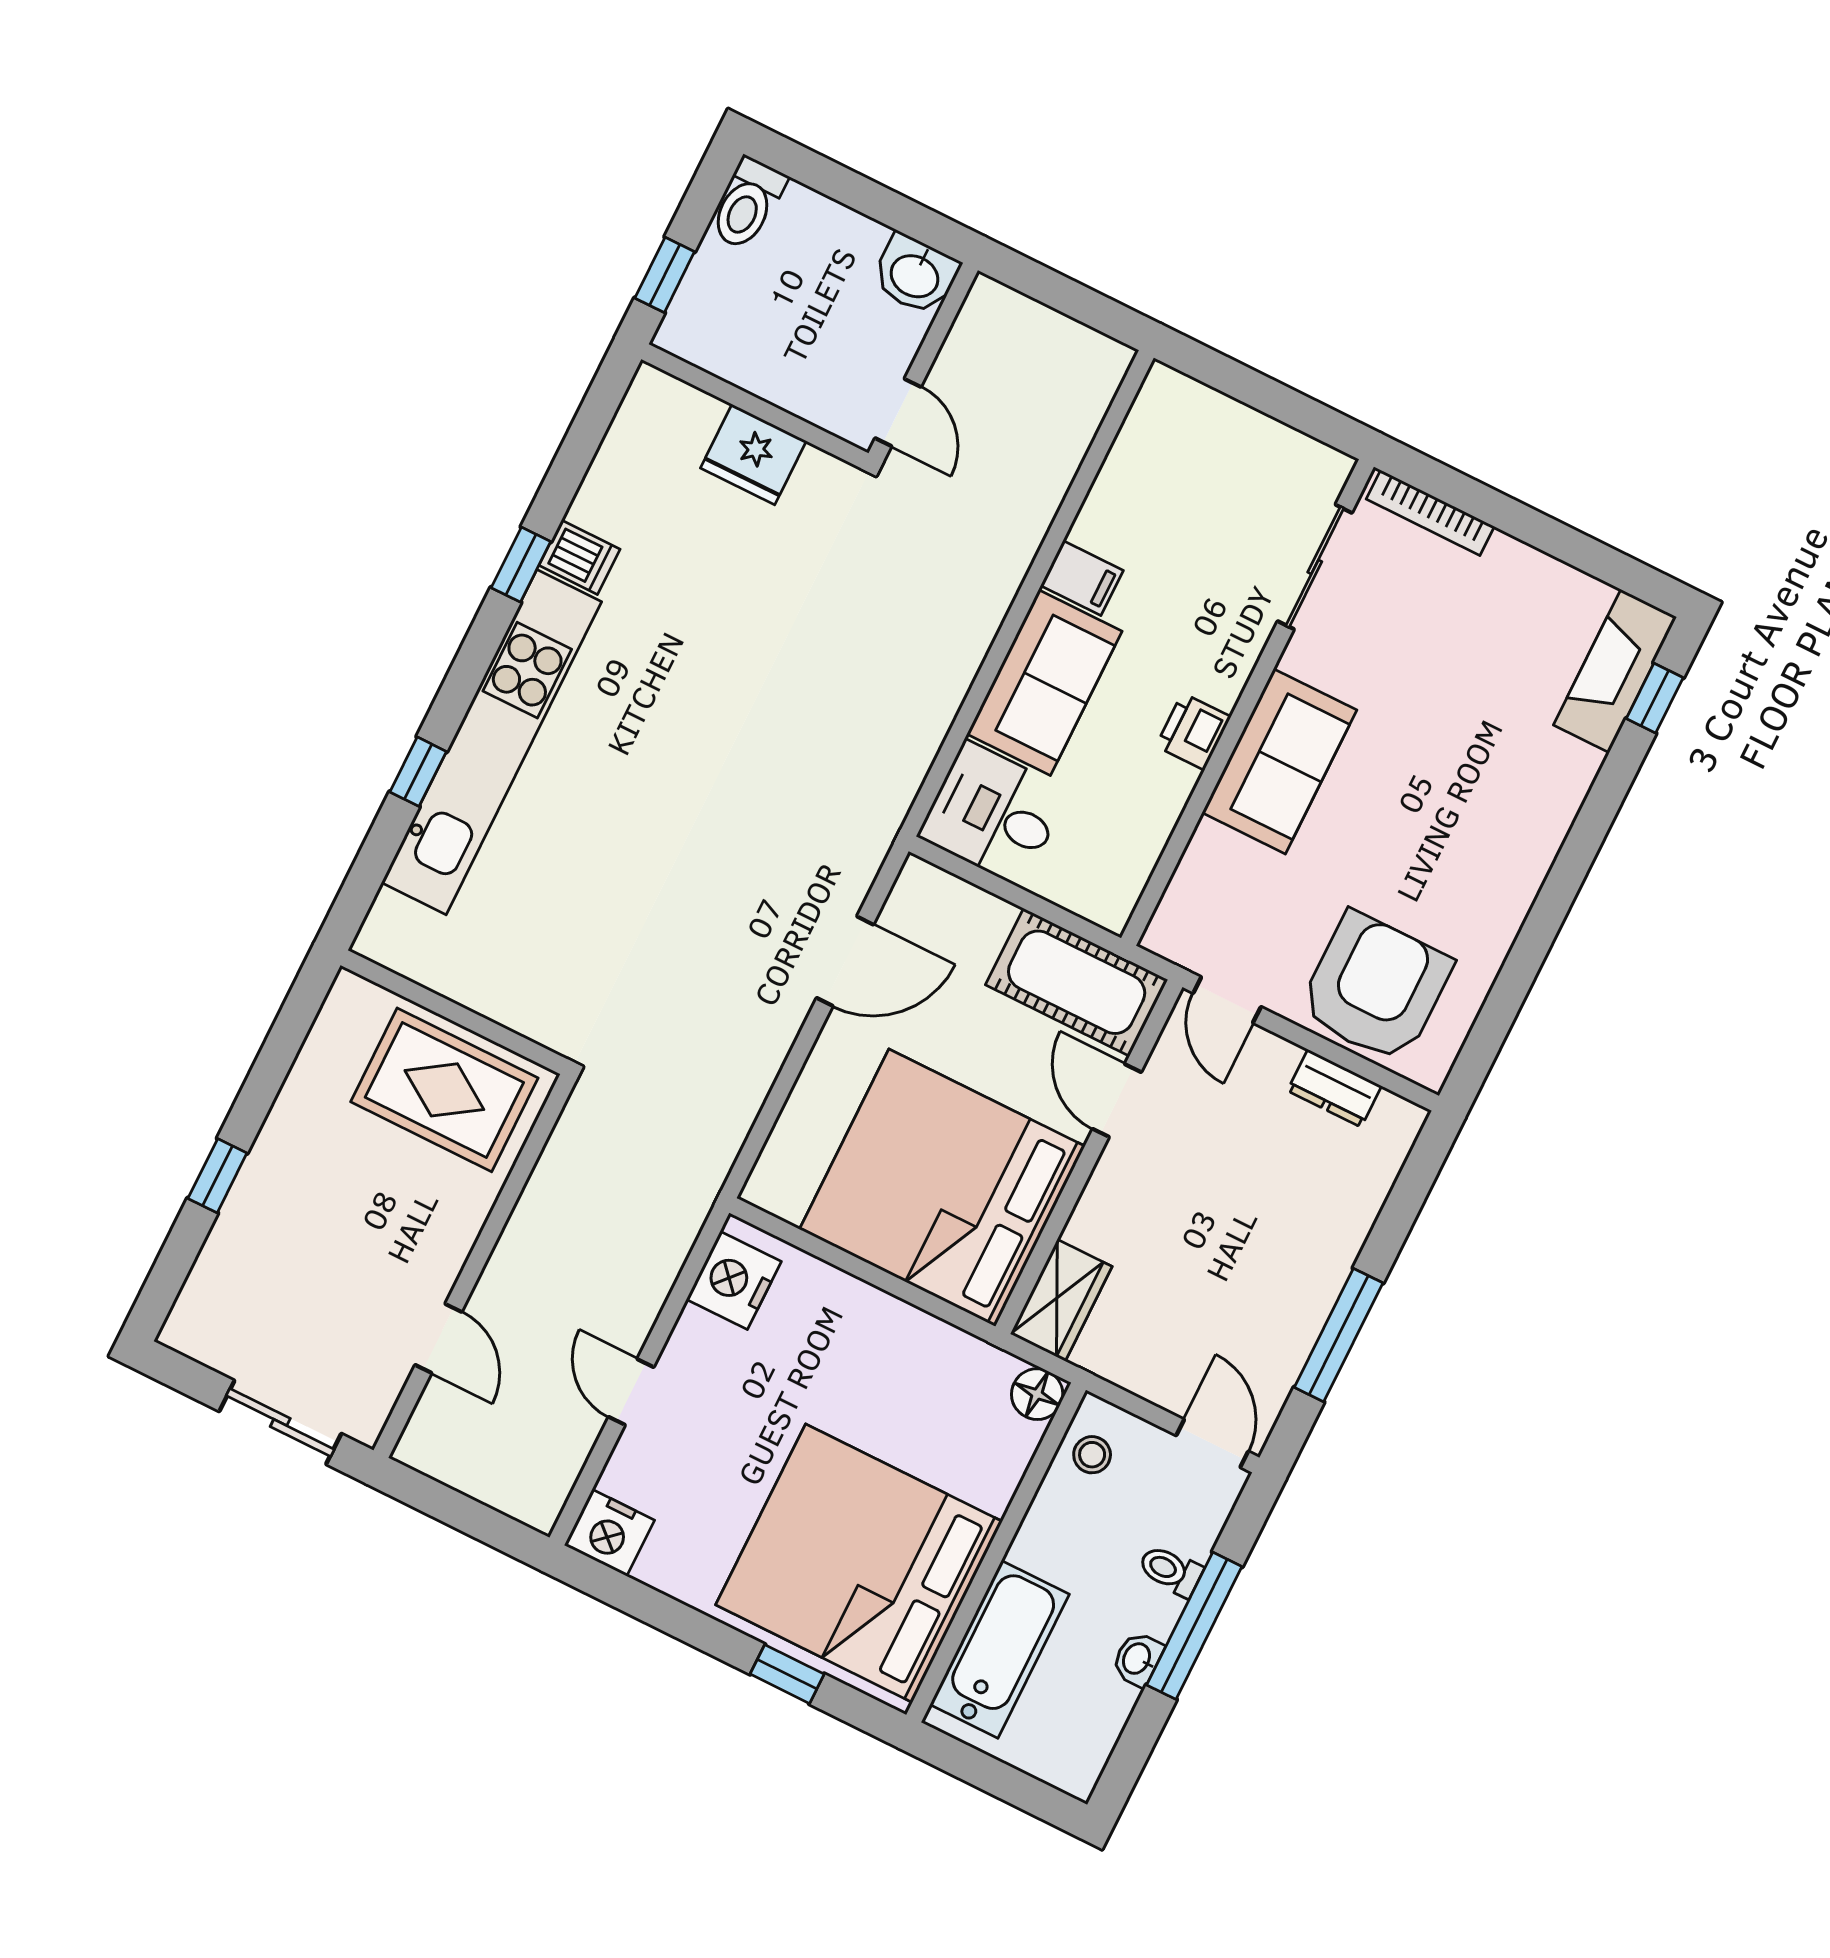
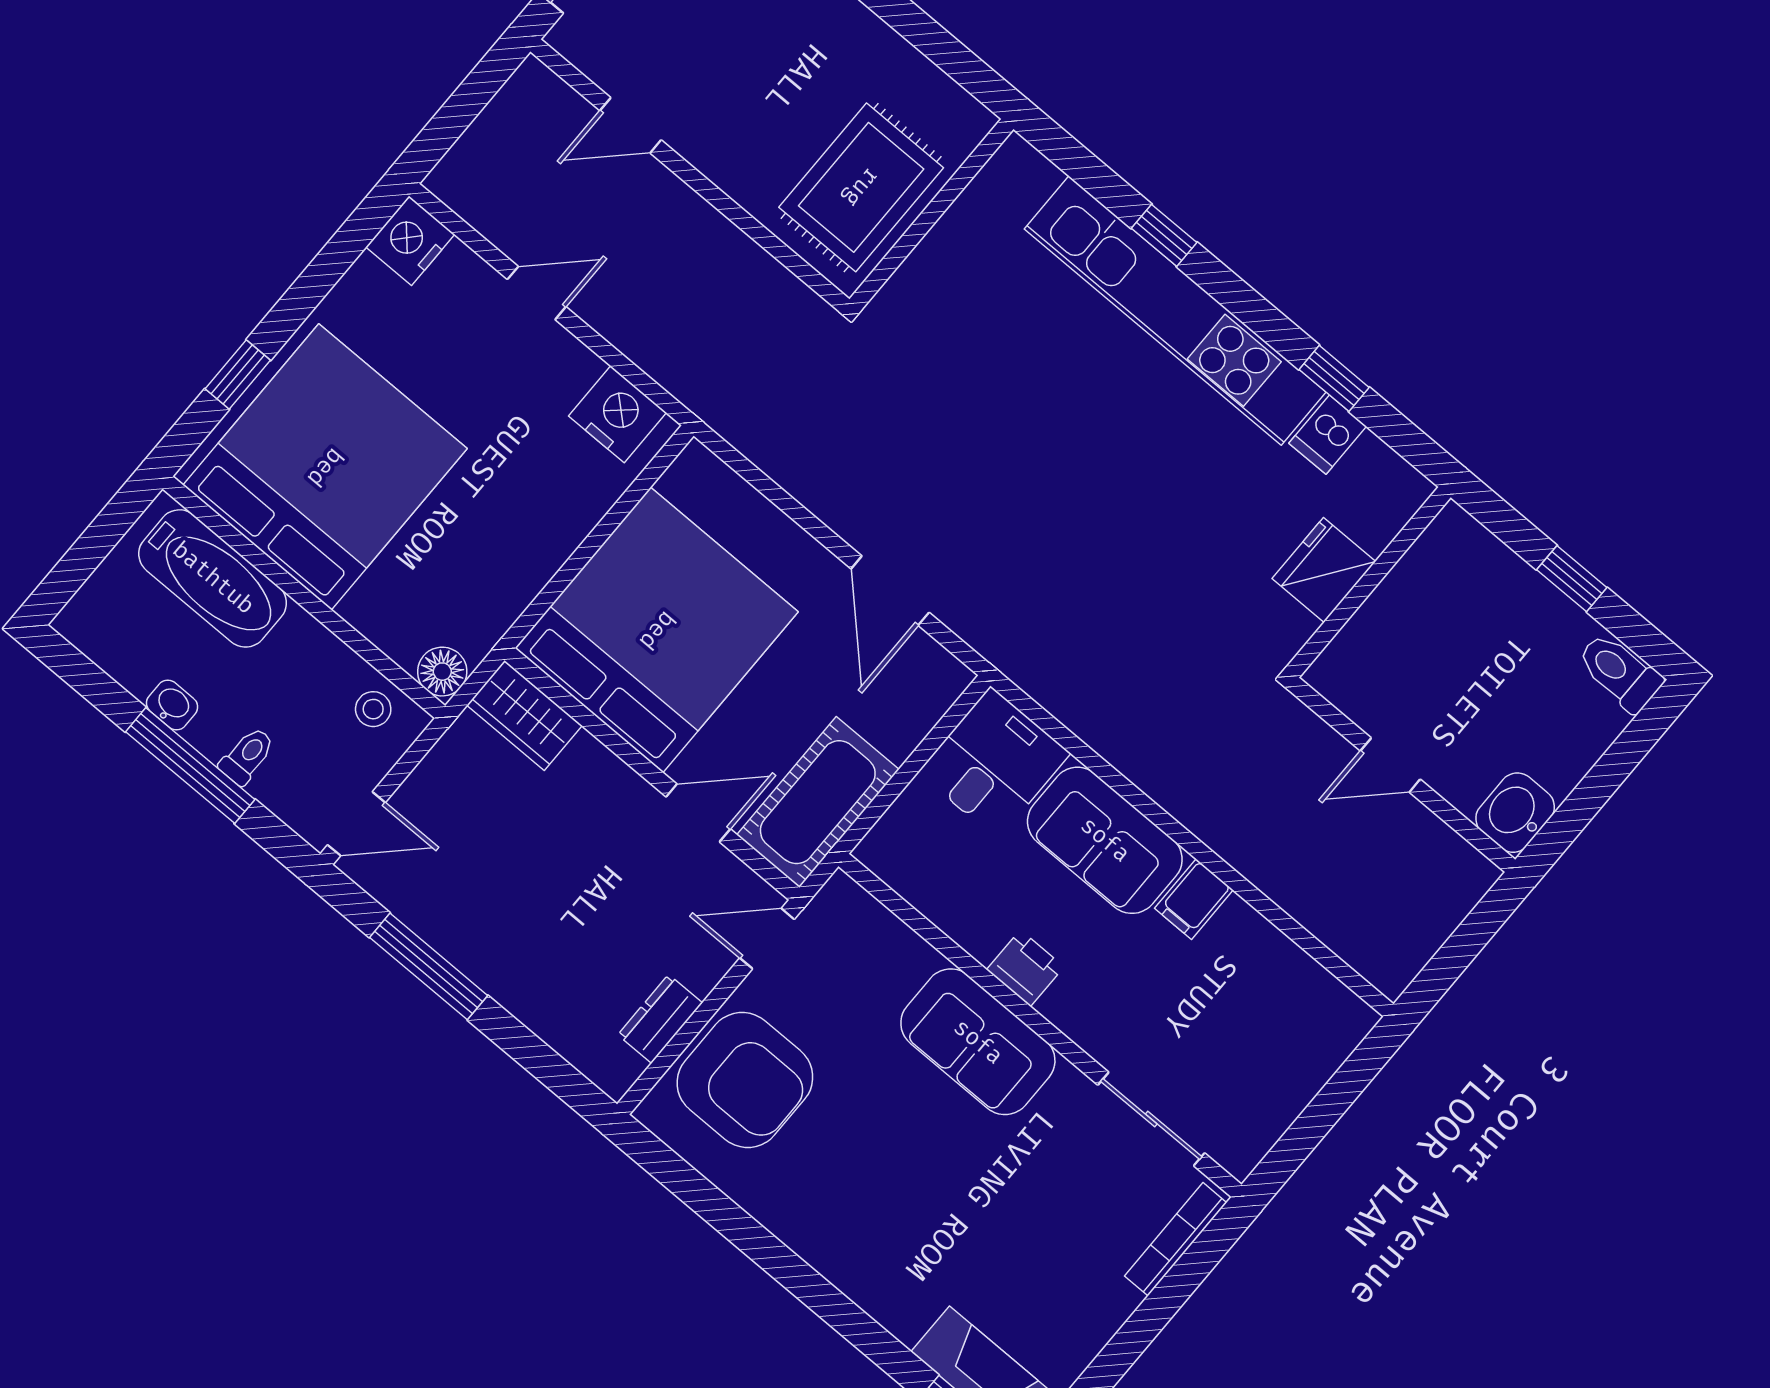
wall: (755, 406) -> (1369, 582), moved
fridge: (753, 454) -> (1324, 570), moved

